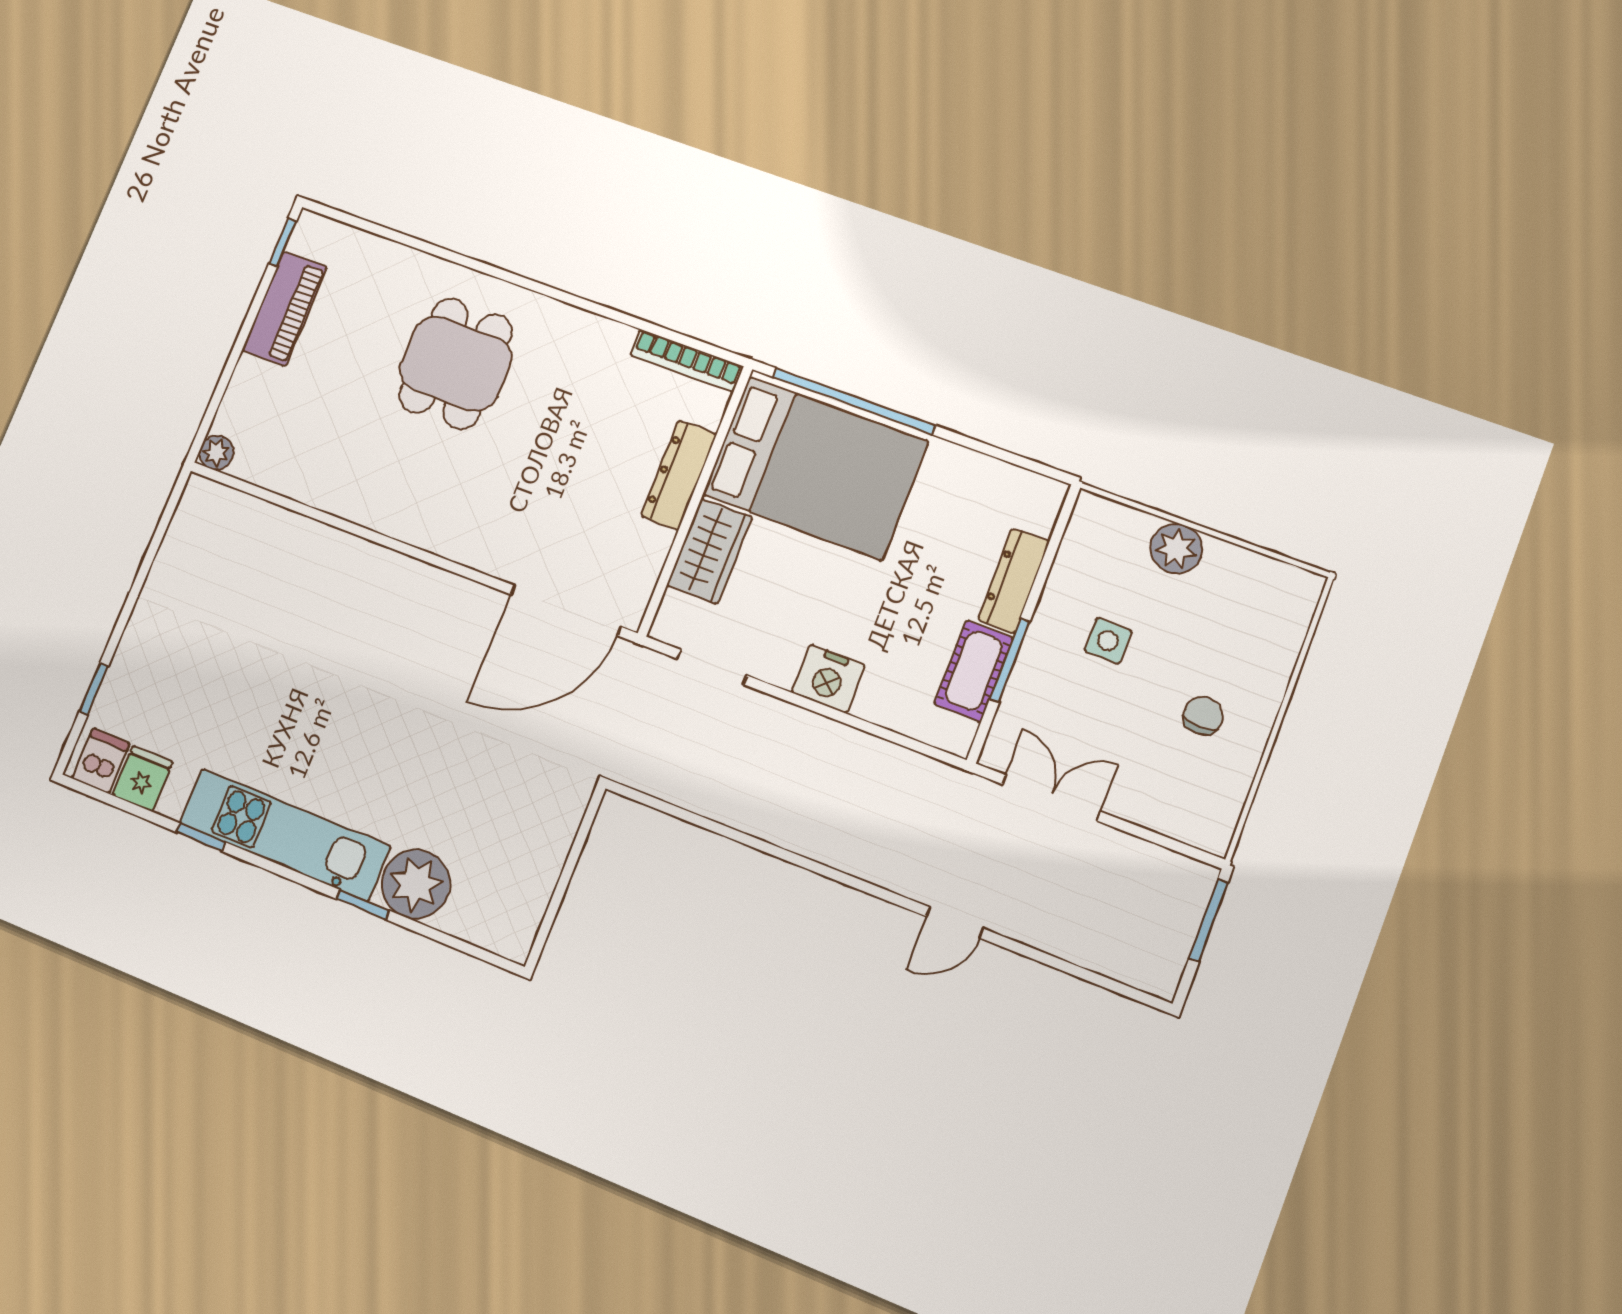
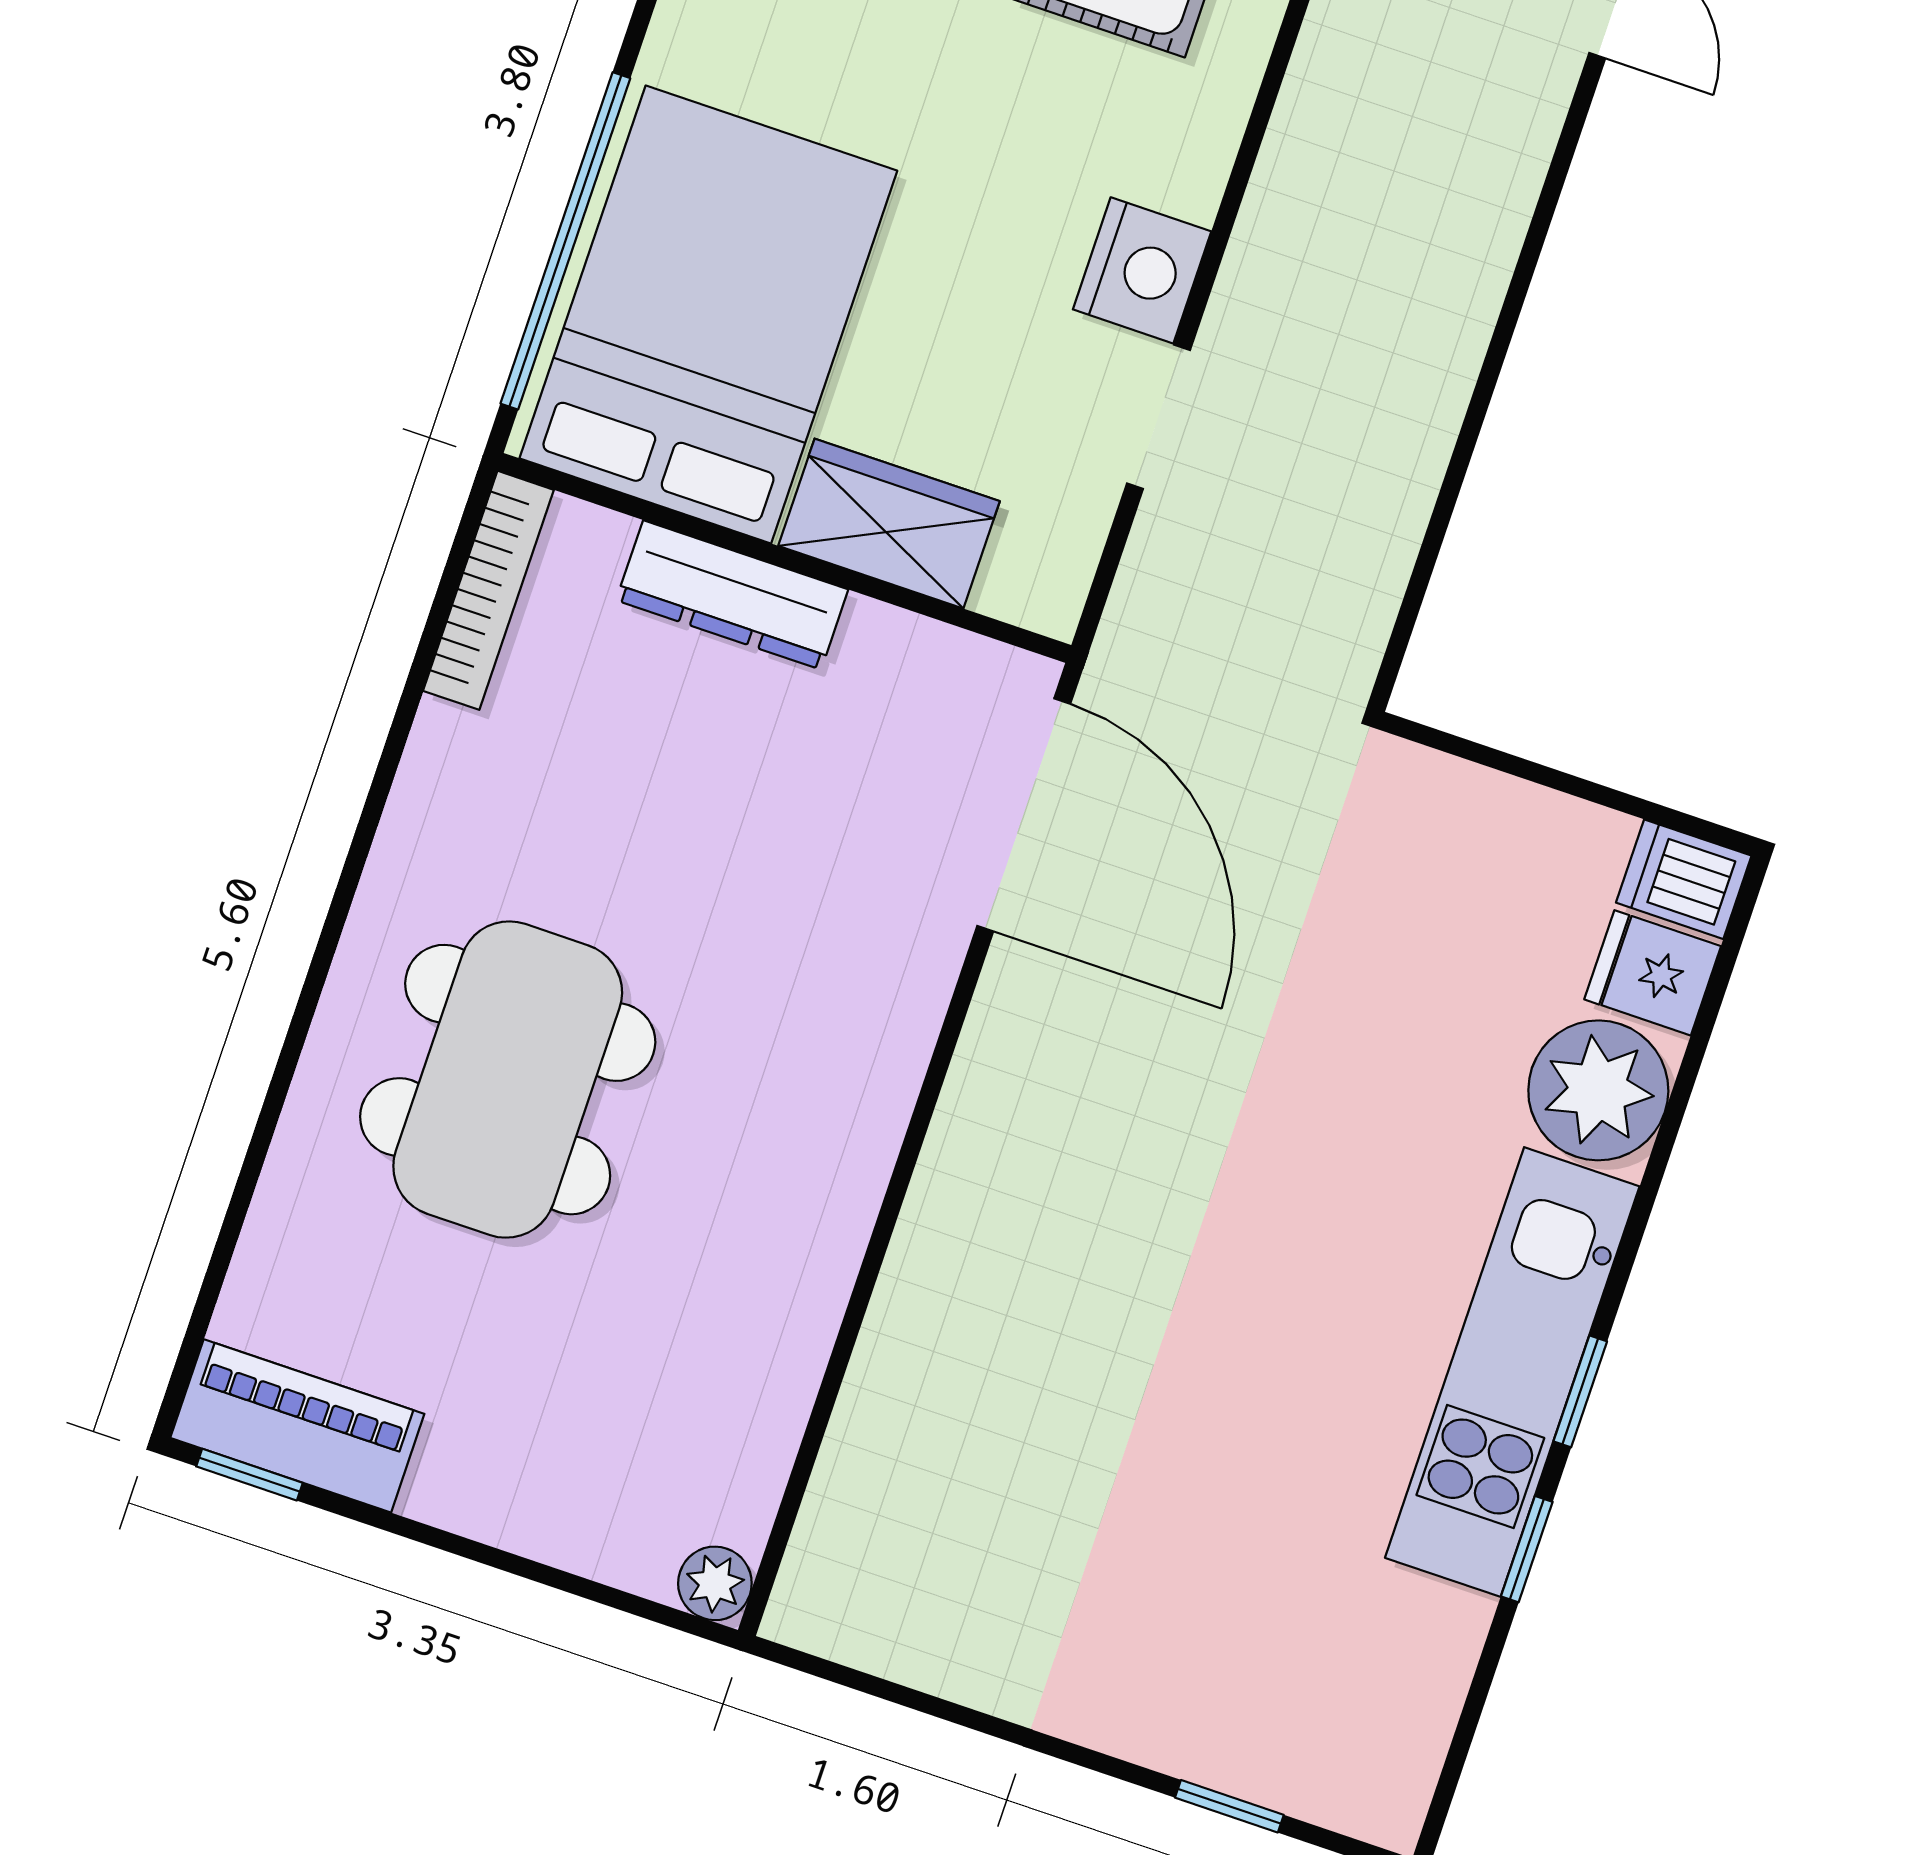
piano: (284, 309) -> (297, 1426), moved
dining table: (456, 364) -> (508, 1080), width x1.38
doorway: (712, 667) -> (1159, 417), moved
dishwasher: (101, 761) -> (1684, 879), moved
fridge: (143, 779) -> (1653, 973), moved
window: (363, 905) -> (1580, 1391), moved

